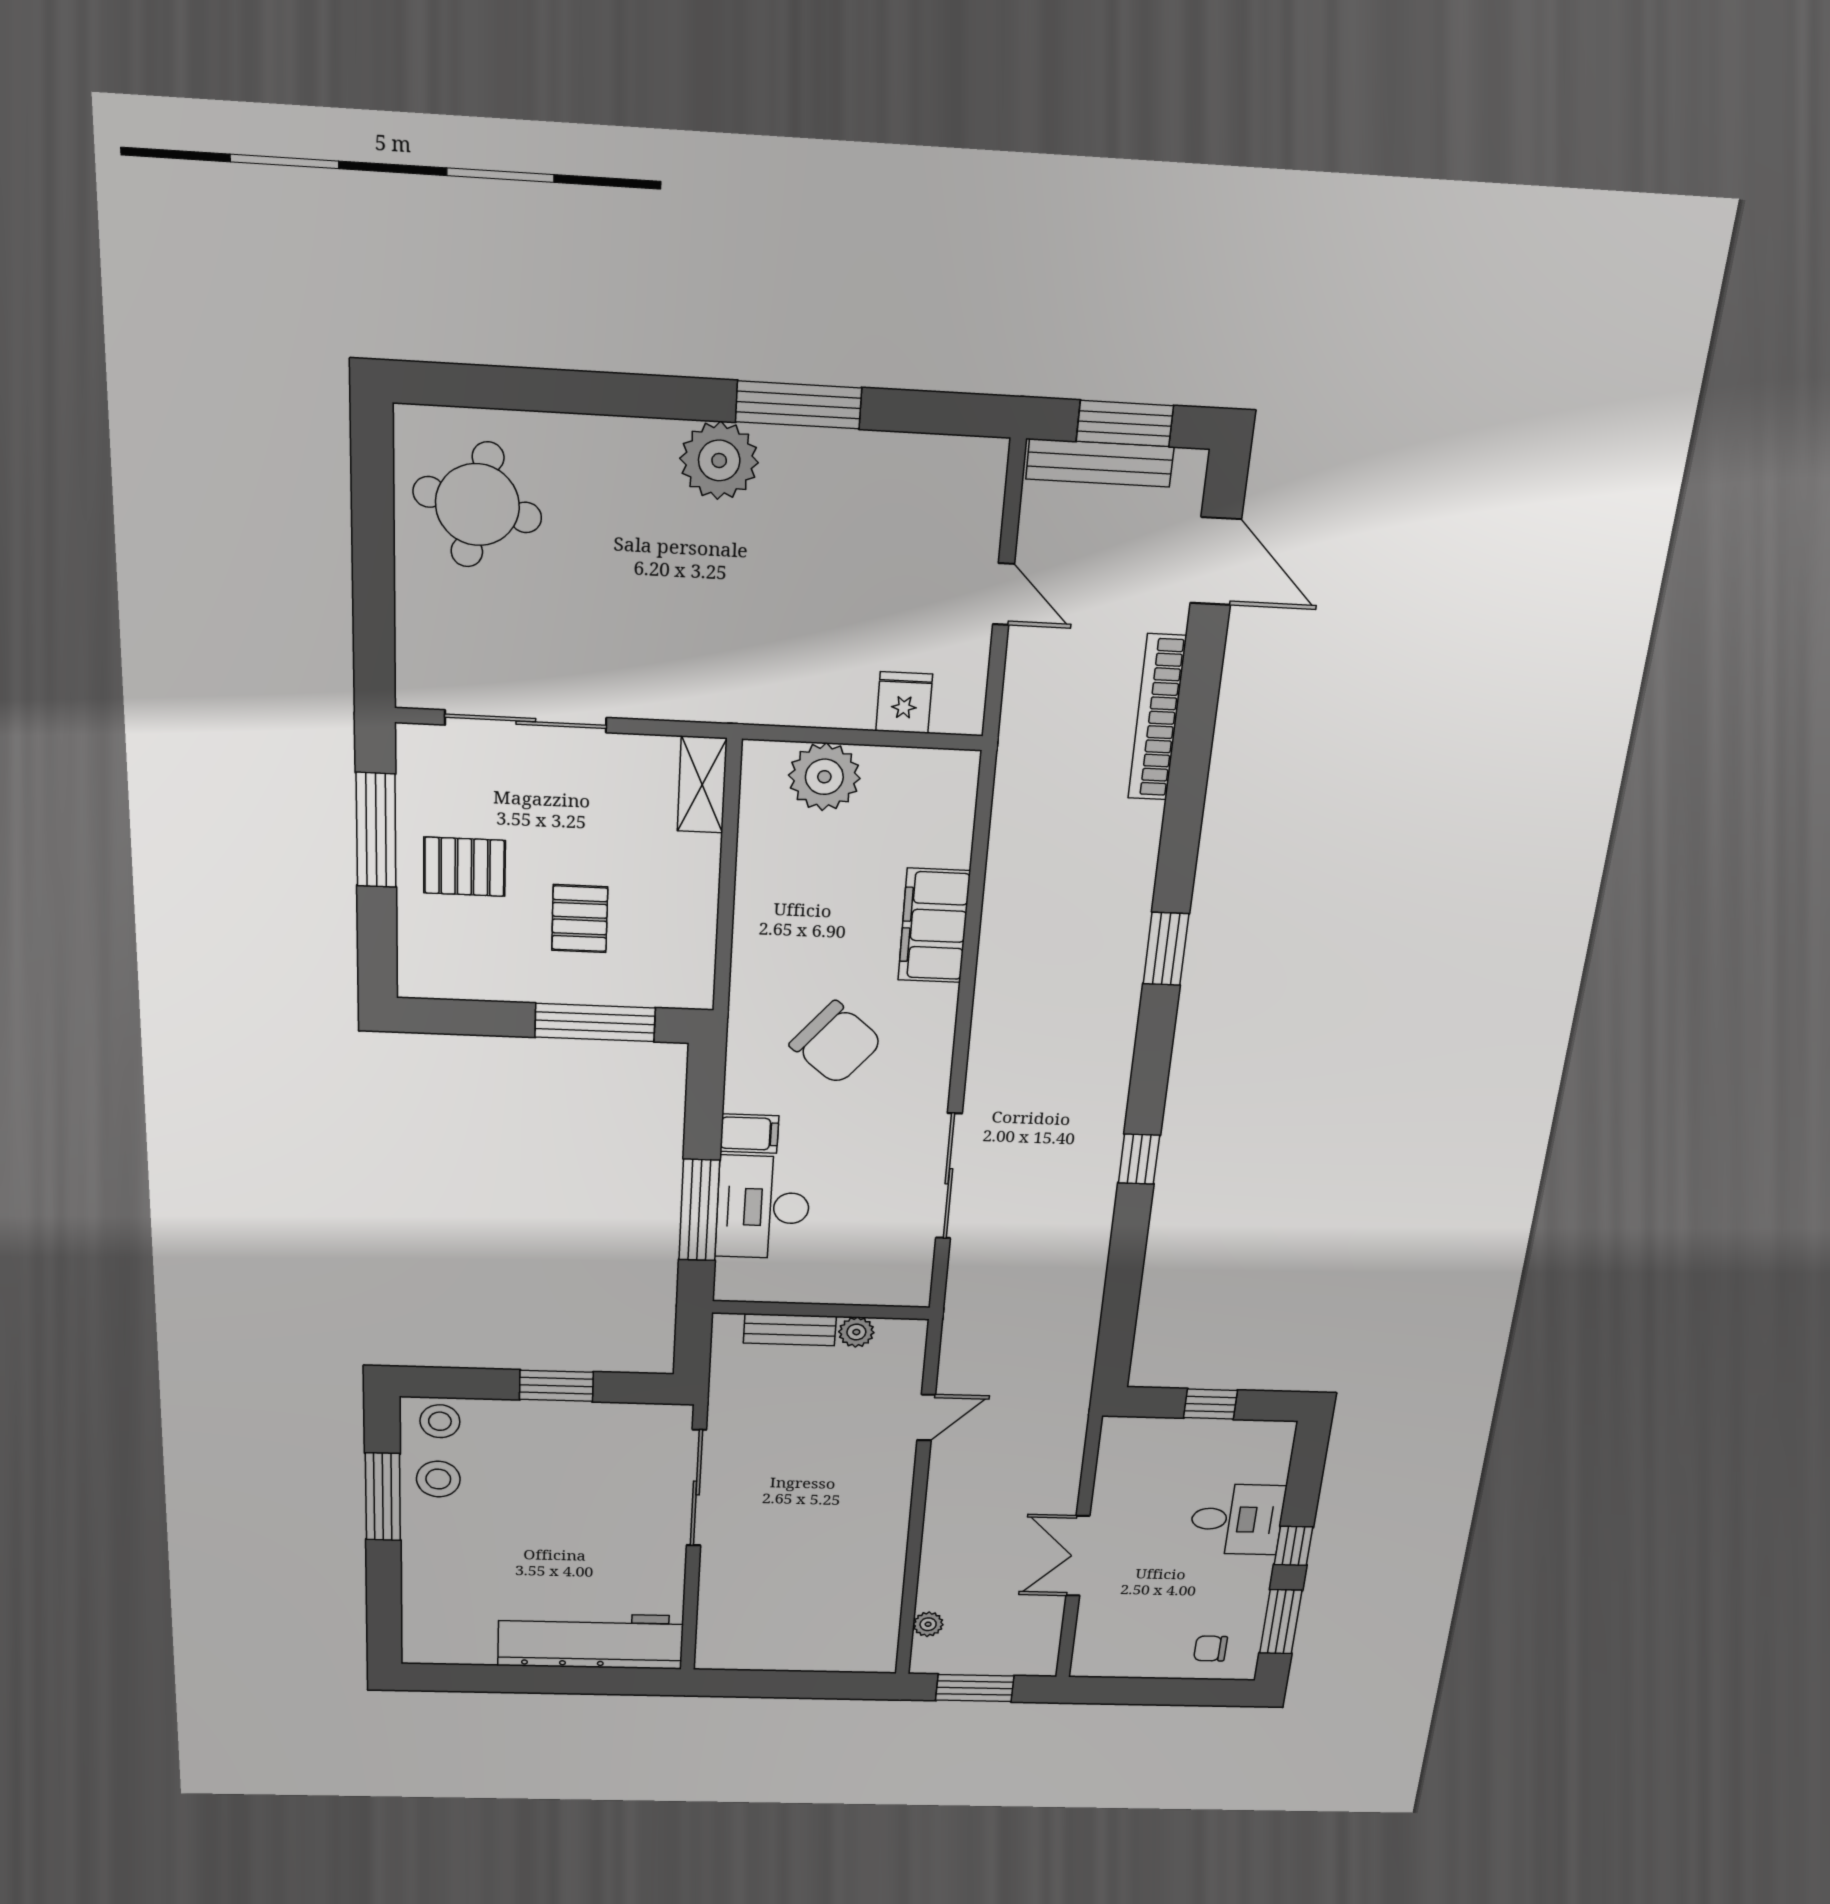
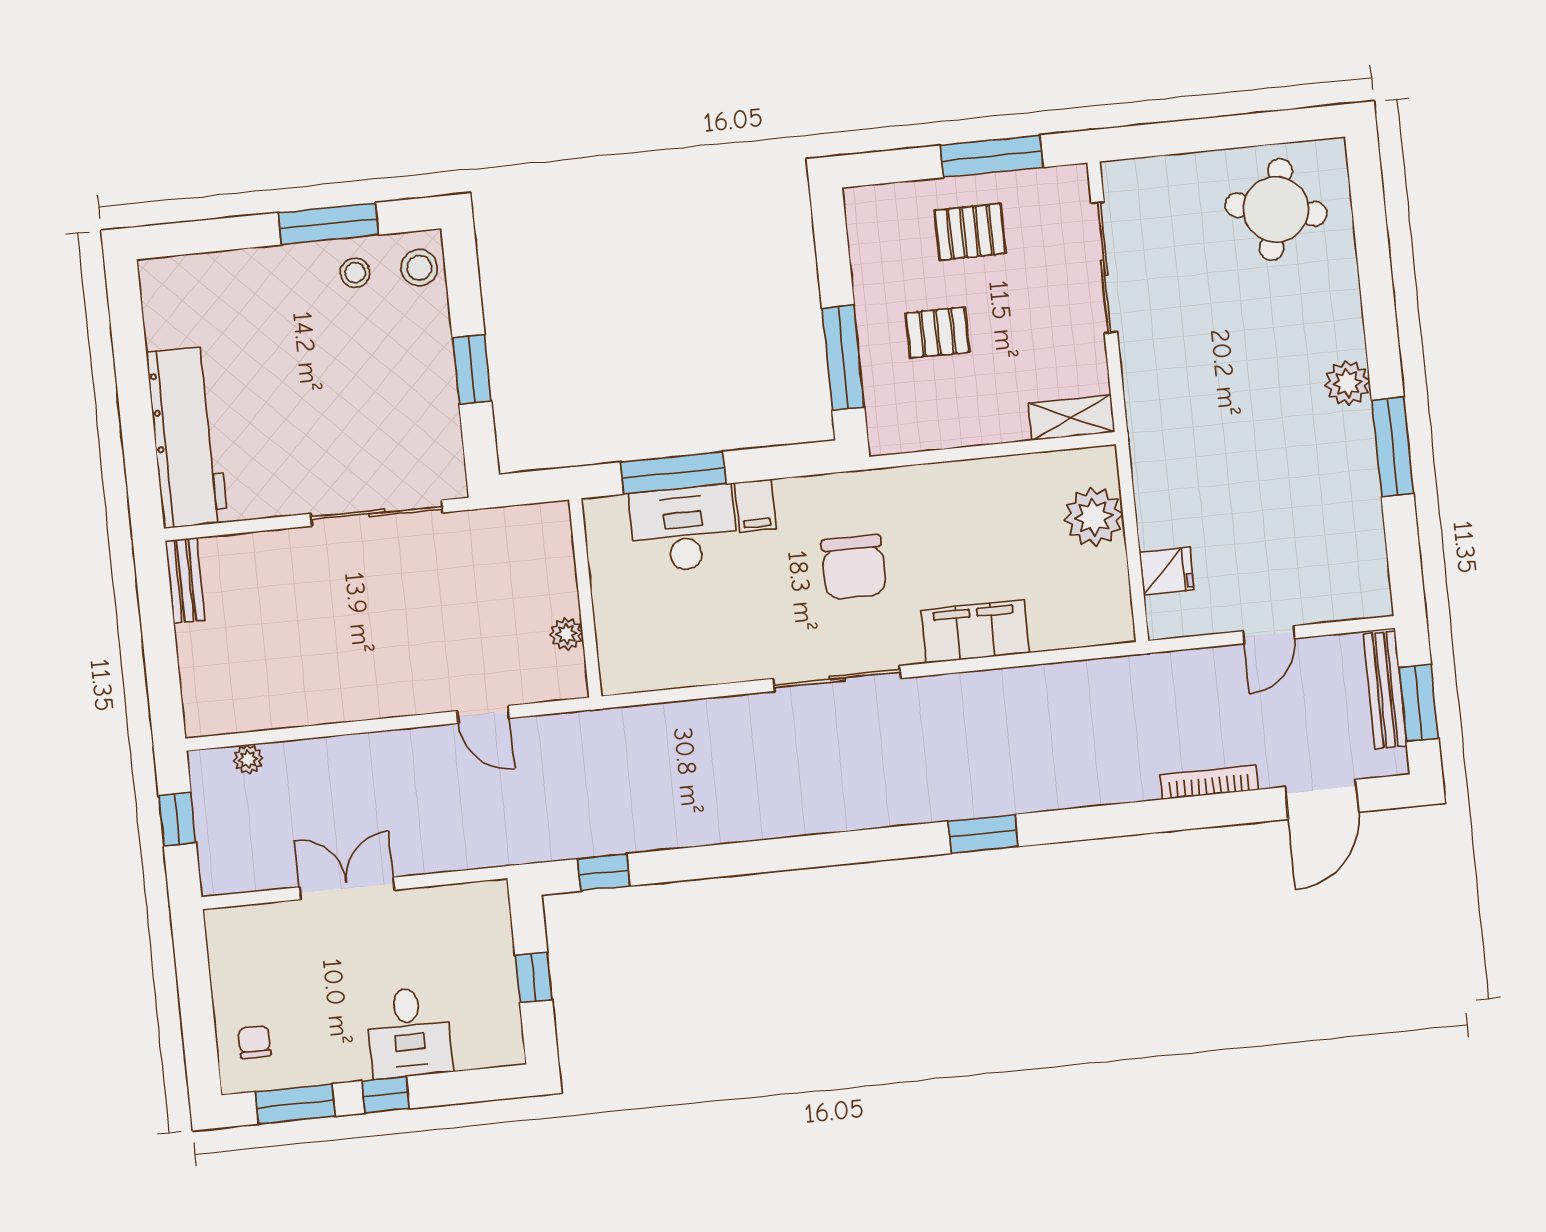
plant: (719, 460) -> (1347, 383), width x0.73, depth x0.73
bookcase: (1157, 718) -> (1209, 782), width x0.68, depth x0.76
pallet: (464, 867) -> (970, 232), turned 90
chair: (836, 1043) -> (854, 567), turned -40
window: (1139, 1159) -> (604, 872), moved
sliding door: (949, 1176) -> (837, 679), moved
bench: (790, 1330) -> (185, 580), moved
stool: (438, 1479) -> (355, 273), width x0.73, depth x0.73
window: (975, 1688) -> (177, 819), width x0.67

